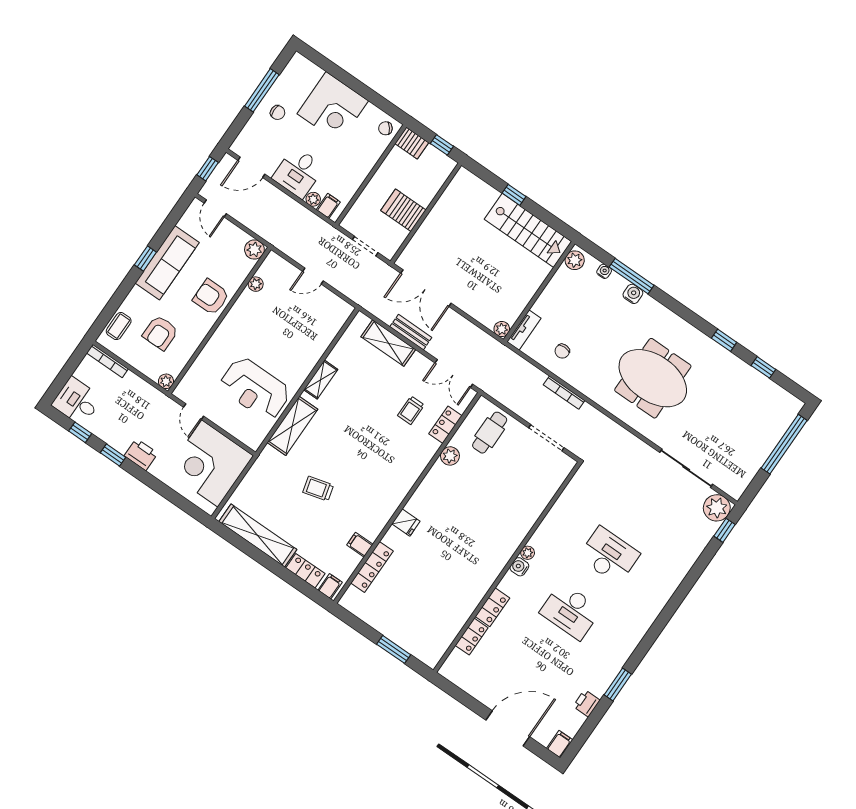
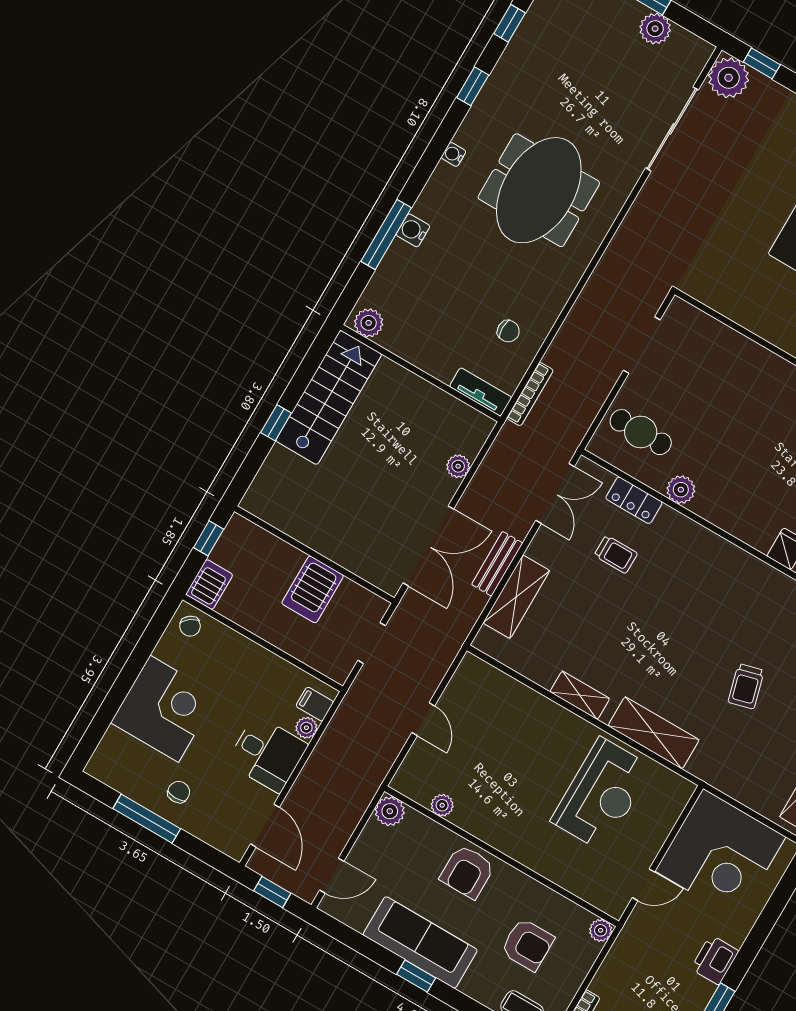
water cooler: (604, 271) -> (454, 154), moved
plant: (502, 329) -> (458, 466), moved
bookcase: (564, 393) -> (530, 394), moved
plant: (753, 462) -> (655, 29), added

